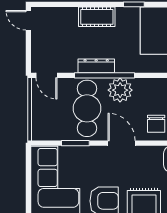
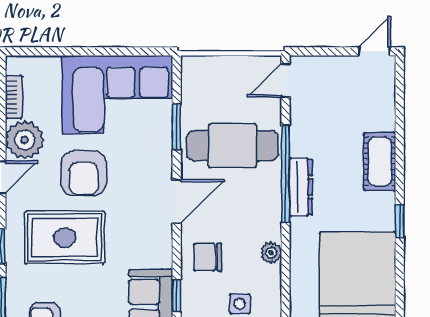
dresser: (96, 66) -> (301, 187), moved
plant: (120, 90) -> (271, 253), moved, width x0.53, depth x0.53

